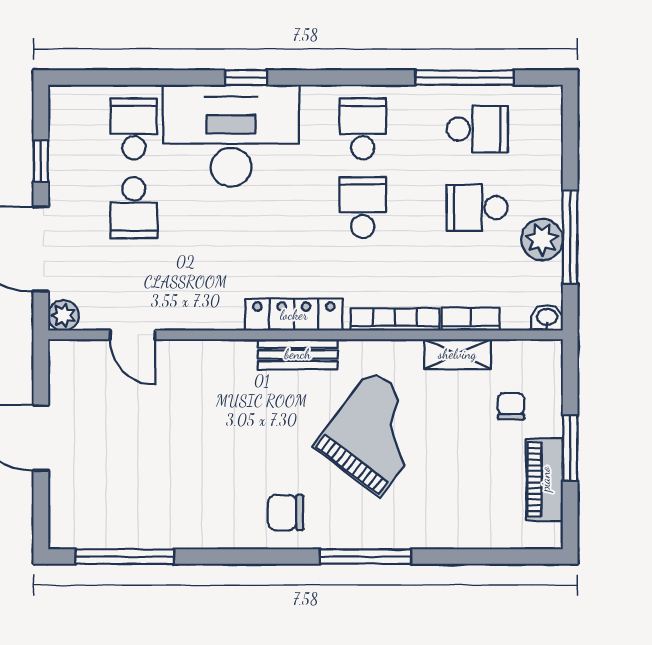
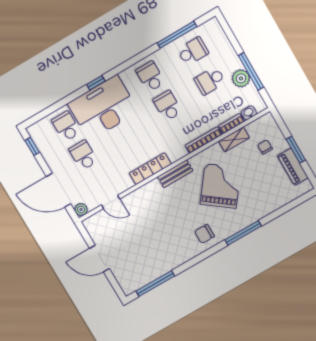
window: (41, 161) -> (32, 146), moved
school desk: (134, 208) -> (83, 155), turned 180
locker: (294, 315) -> (150, 169), moved
washbasin: (547, 318) -> (249, 113), moved

